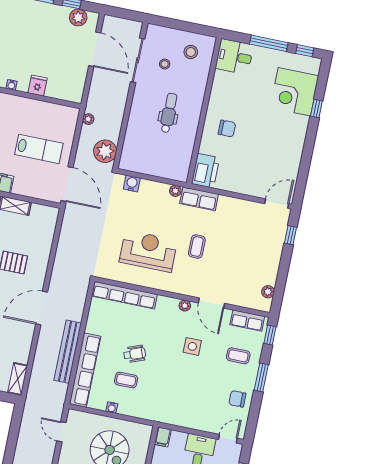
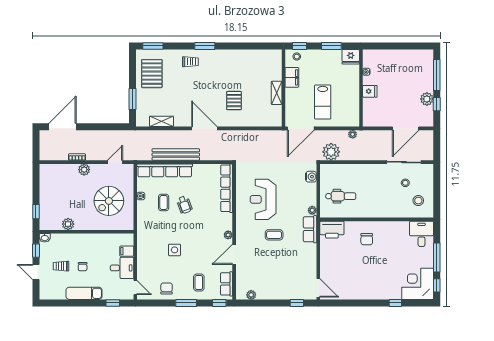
plant: (78, 17) -> (427, 99), moved
corner desk: (294, 92) -> (418, 284), moved
dental chair: (169, 113) -> (341, 196), moved
reception desk: (148, 251) -> (263, 199), turned 180
side table: (192, 346) -> (175, 250), moved
shelving: (18, 379) -> (161, 121), moved
filing cabinet: (163, 437) -> (127, 251), moved

